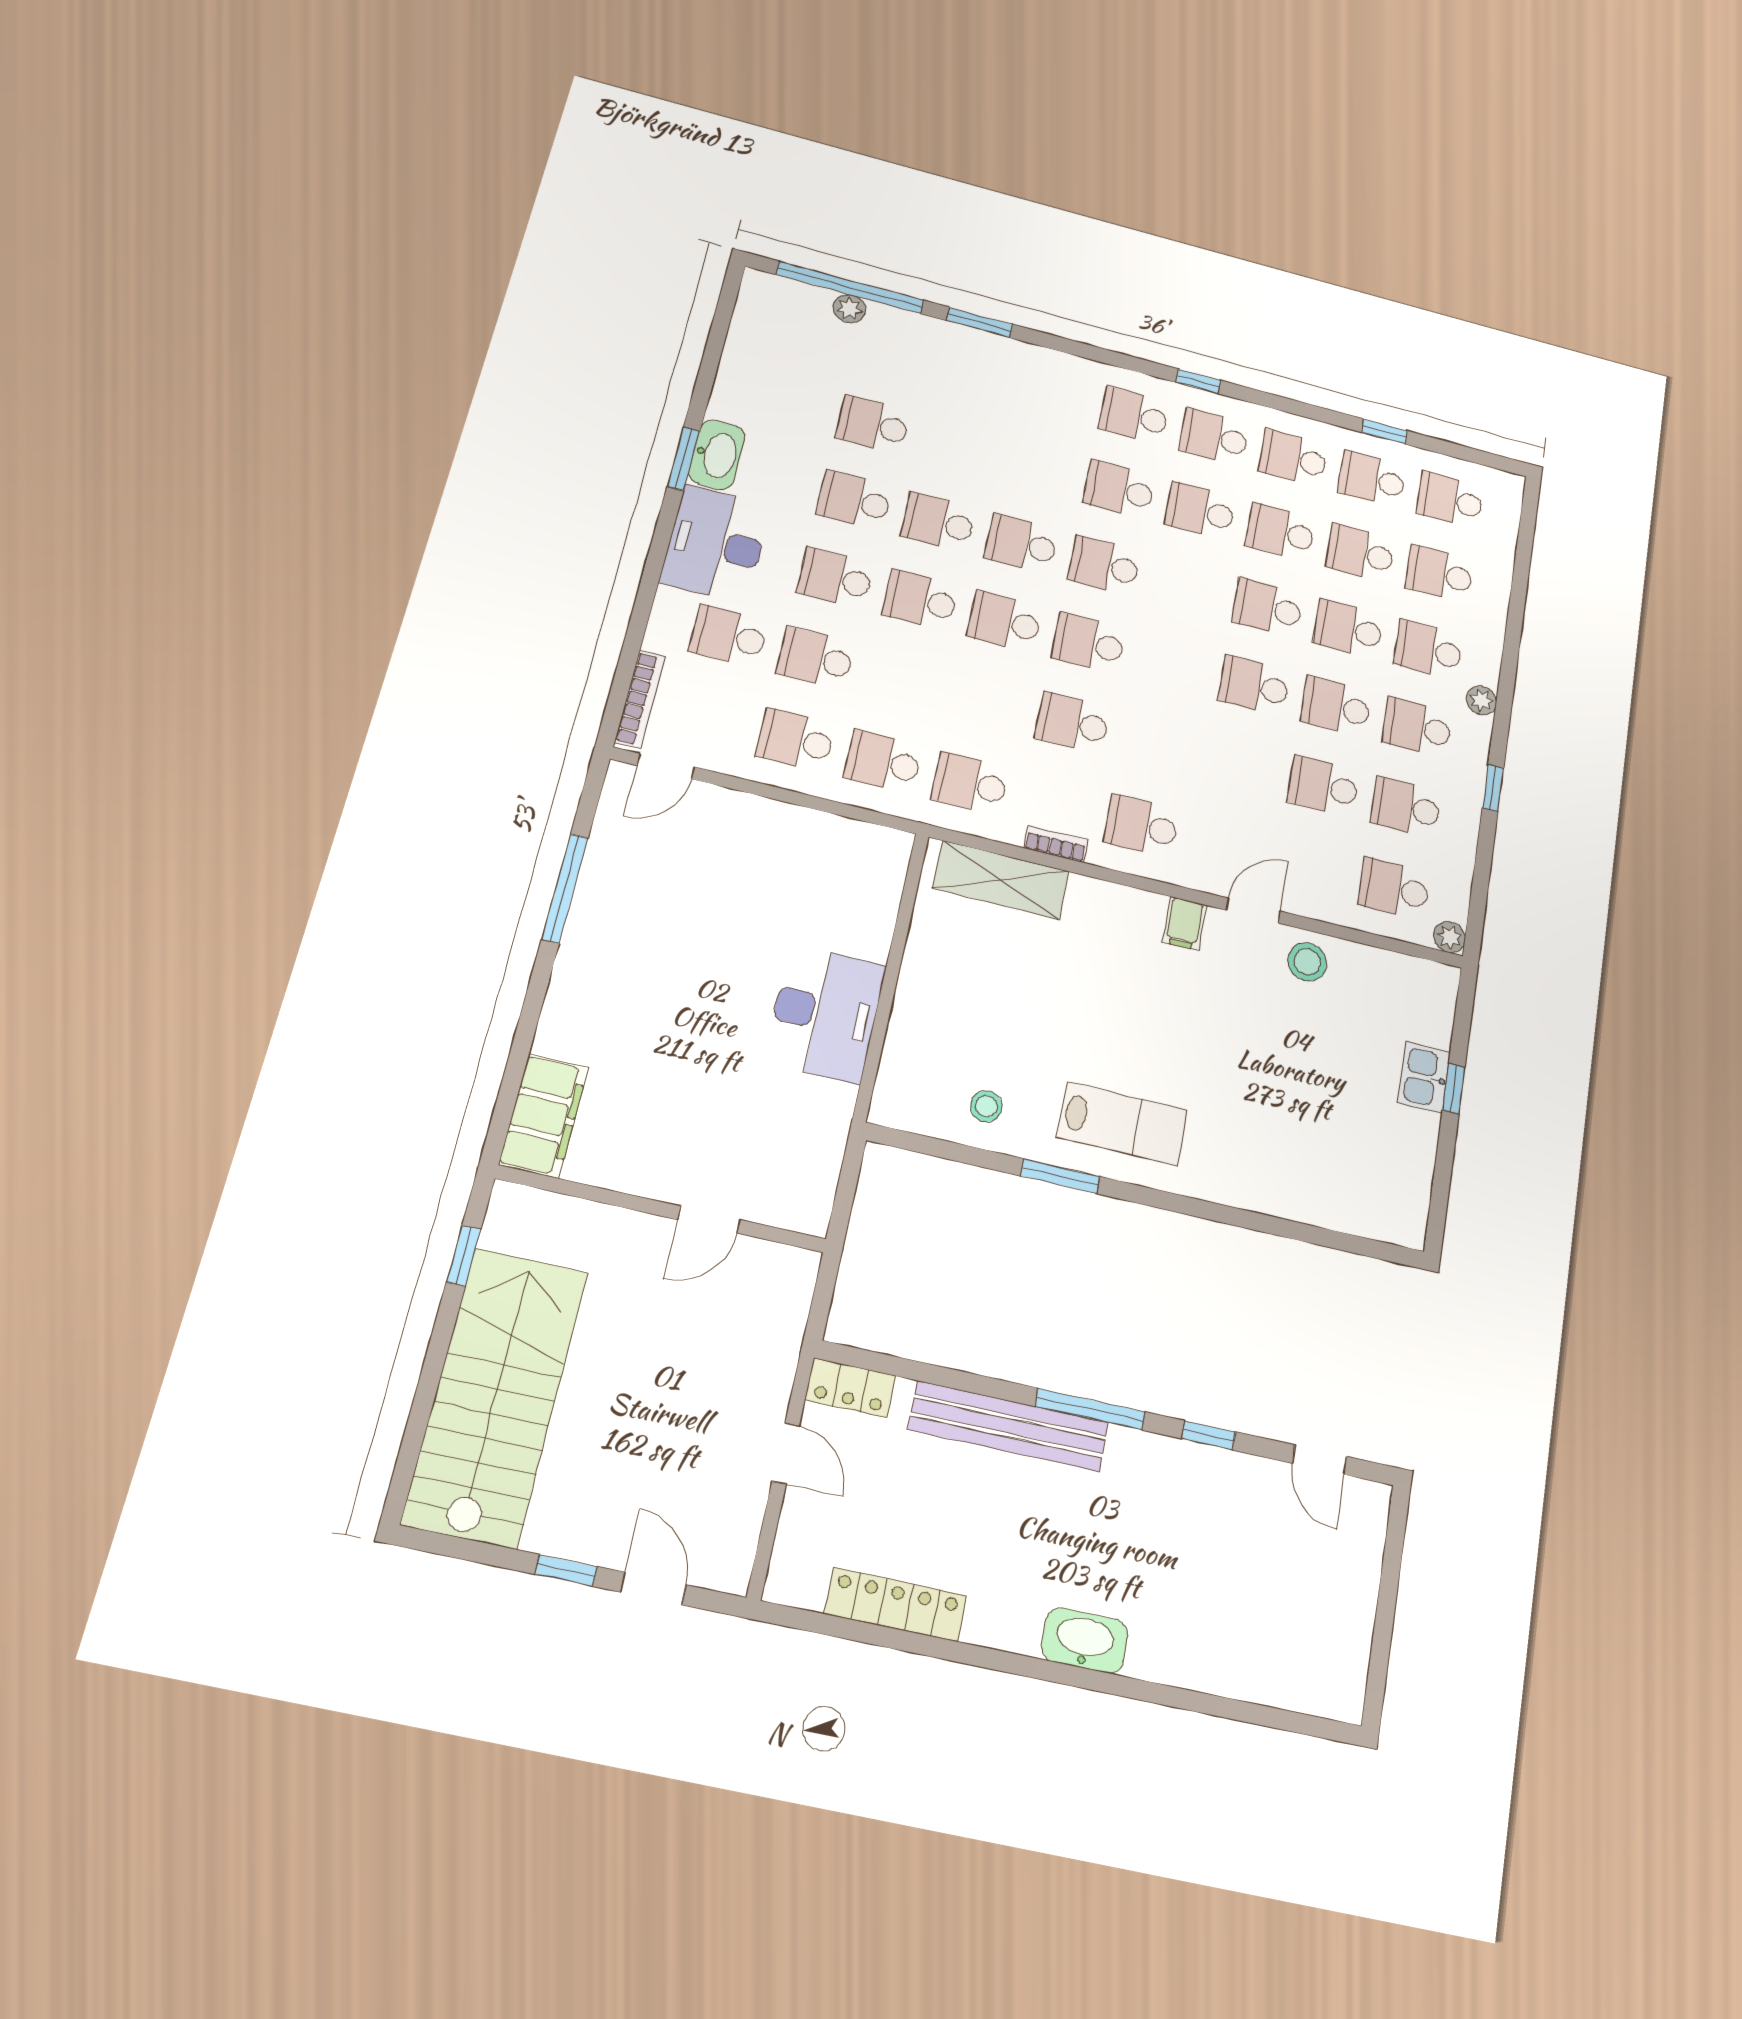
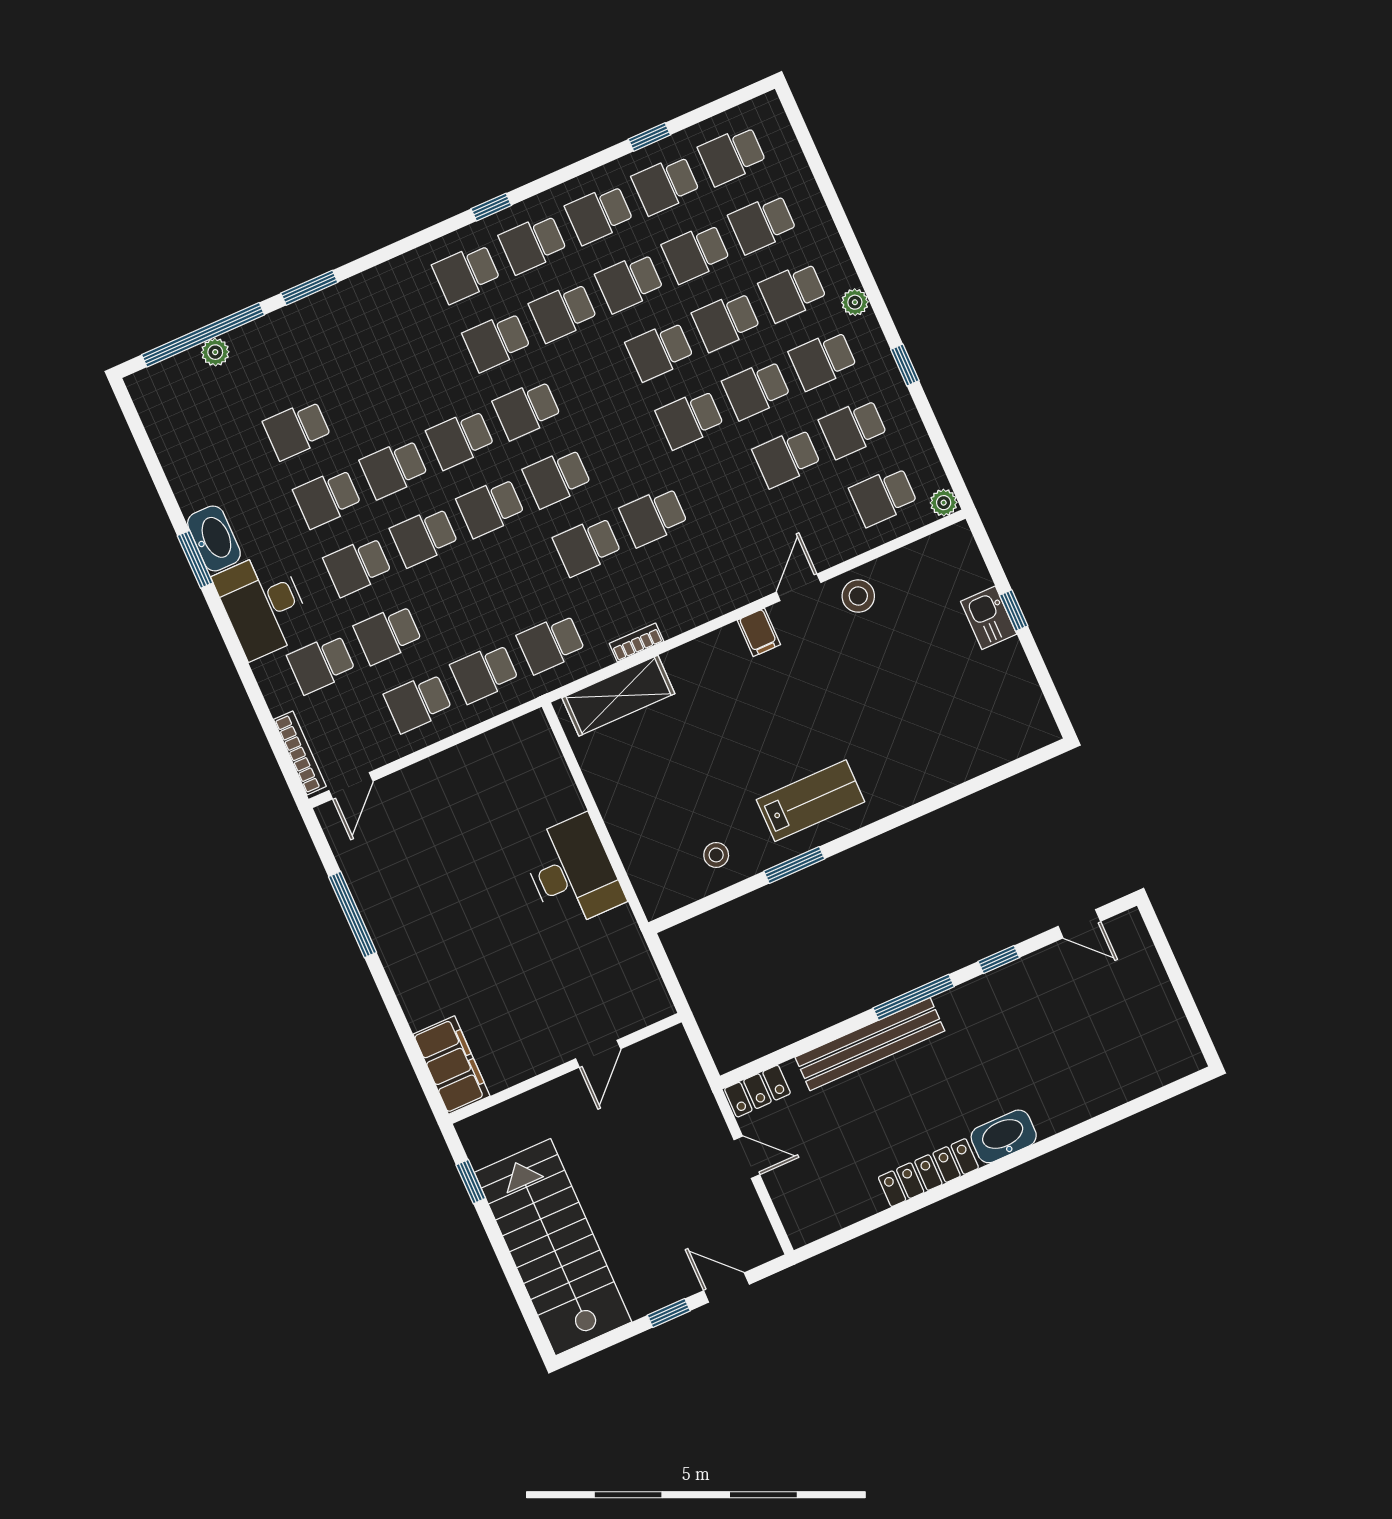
school desk: (1142, 826) -> (654, 517), moved
locker: (896, 1605) -> (928, 1173), moved

